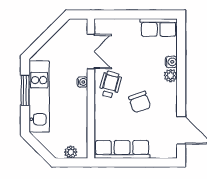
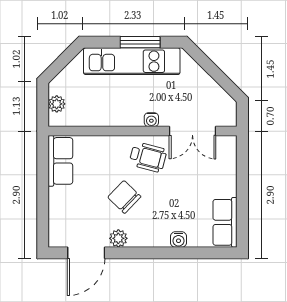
plant: (170, 76) -> (118, 238), moved
chair: (140, 102) -> (124, 197), turned 64
row of seats: (122, 149) -> (60, 161), width x0.68

